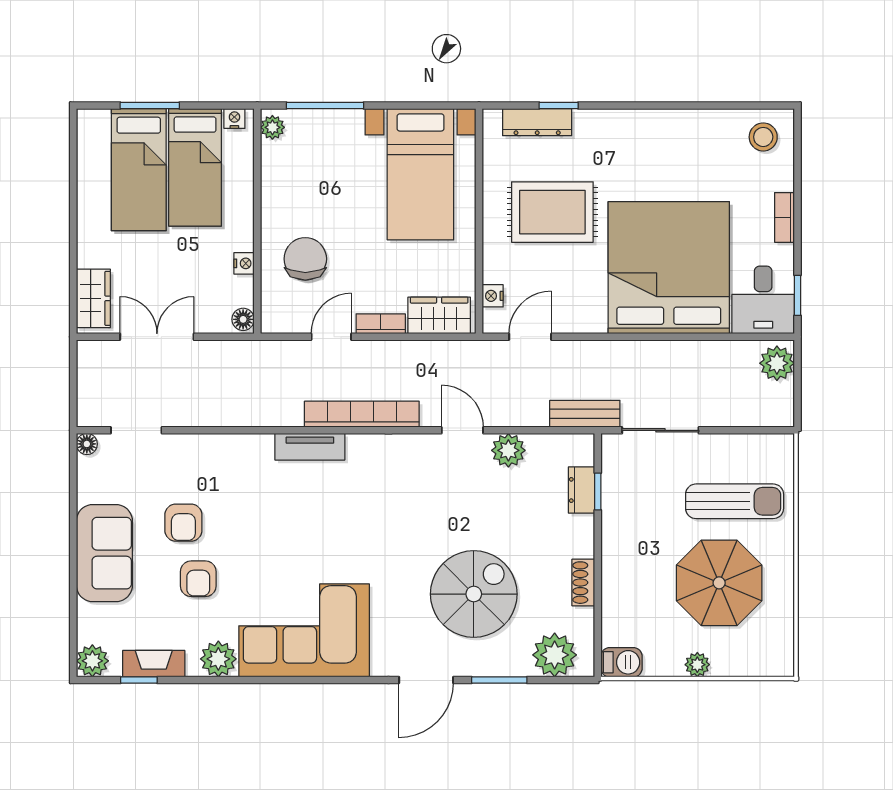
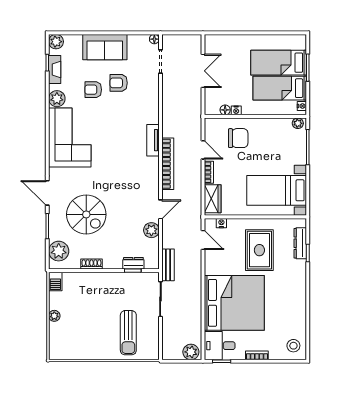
wardrobe: (93, 298) -> (220, 42), removed
floor lamp: (243, 319) -> (225, 110), moved
parasol: (719, 583) -> (91, 326), removed

